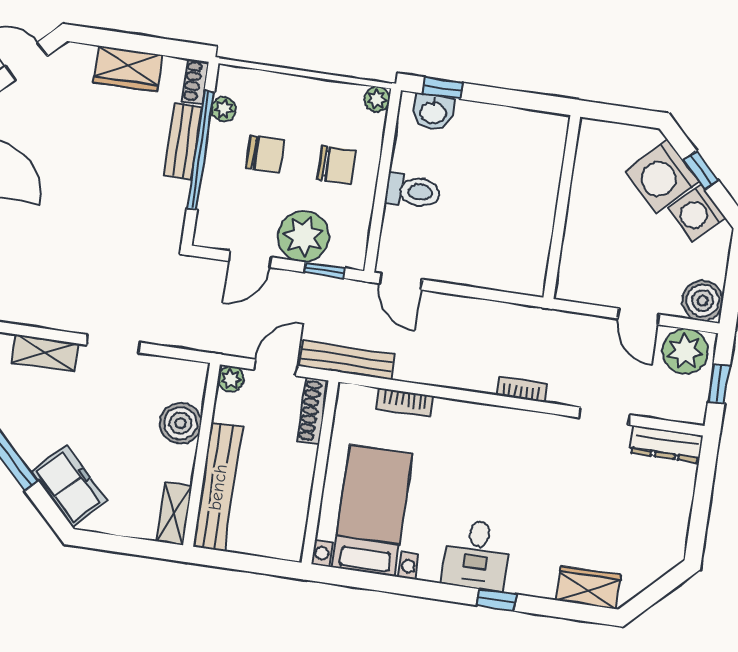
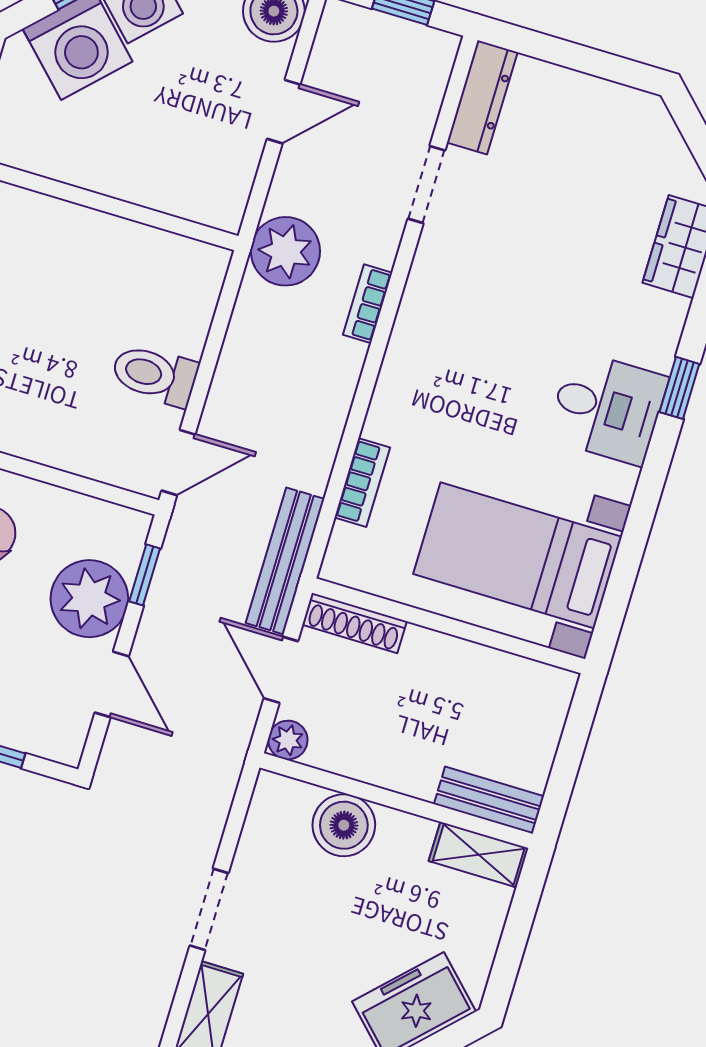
toilet: (413, 191) -> (155, 375), moved, turned -90
plant: (685, 351) -> (285, 251), moved
bench: (218, 487) -> (489, 800), width x0.54, depth x0.82

